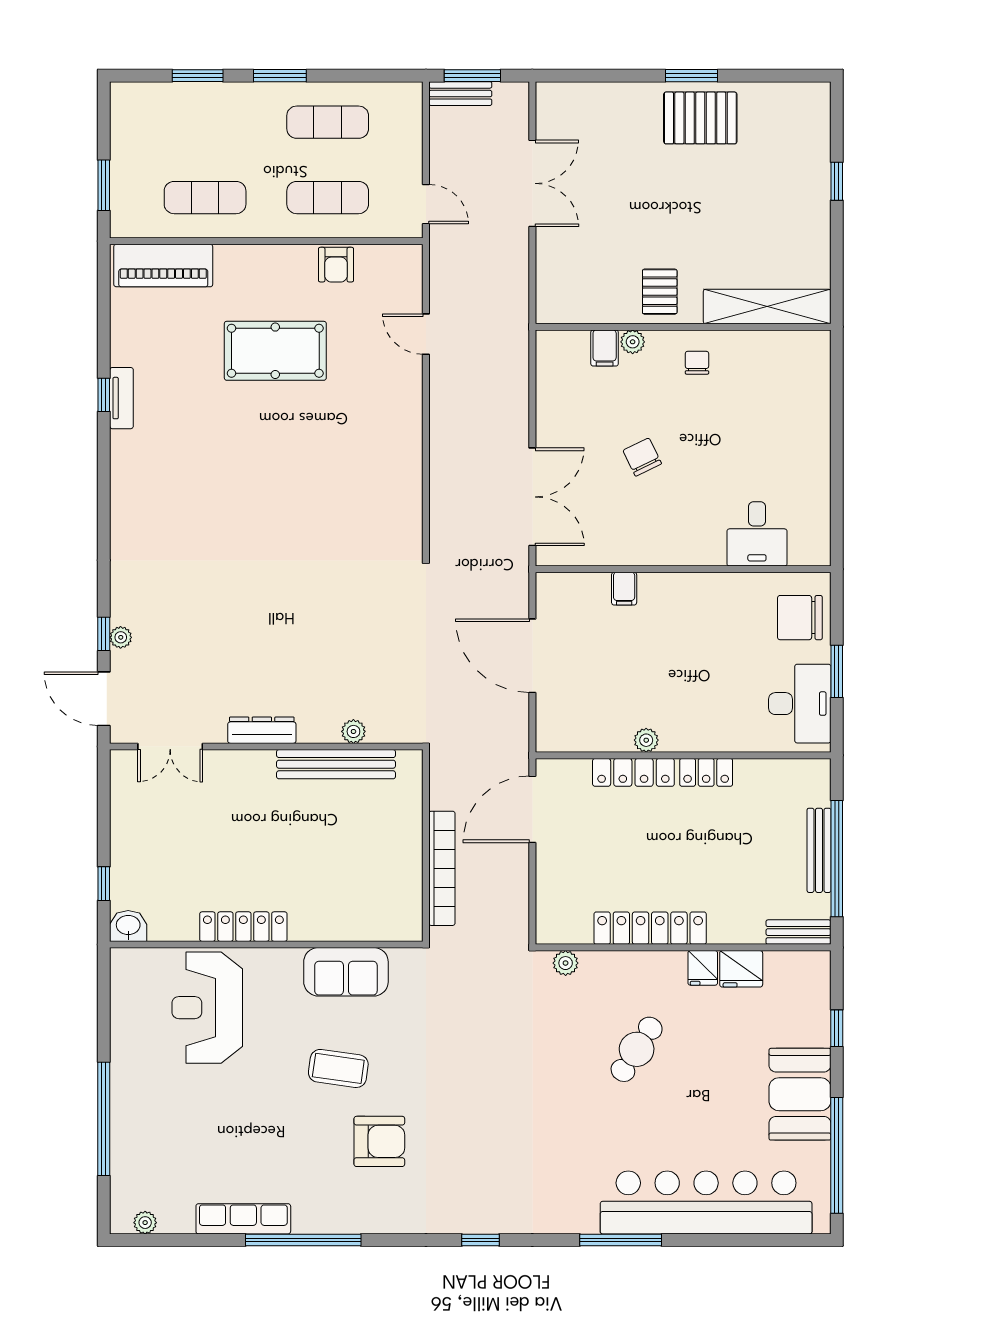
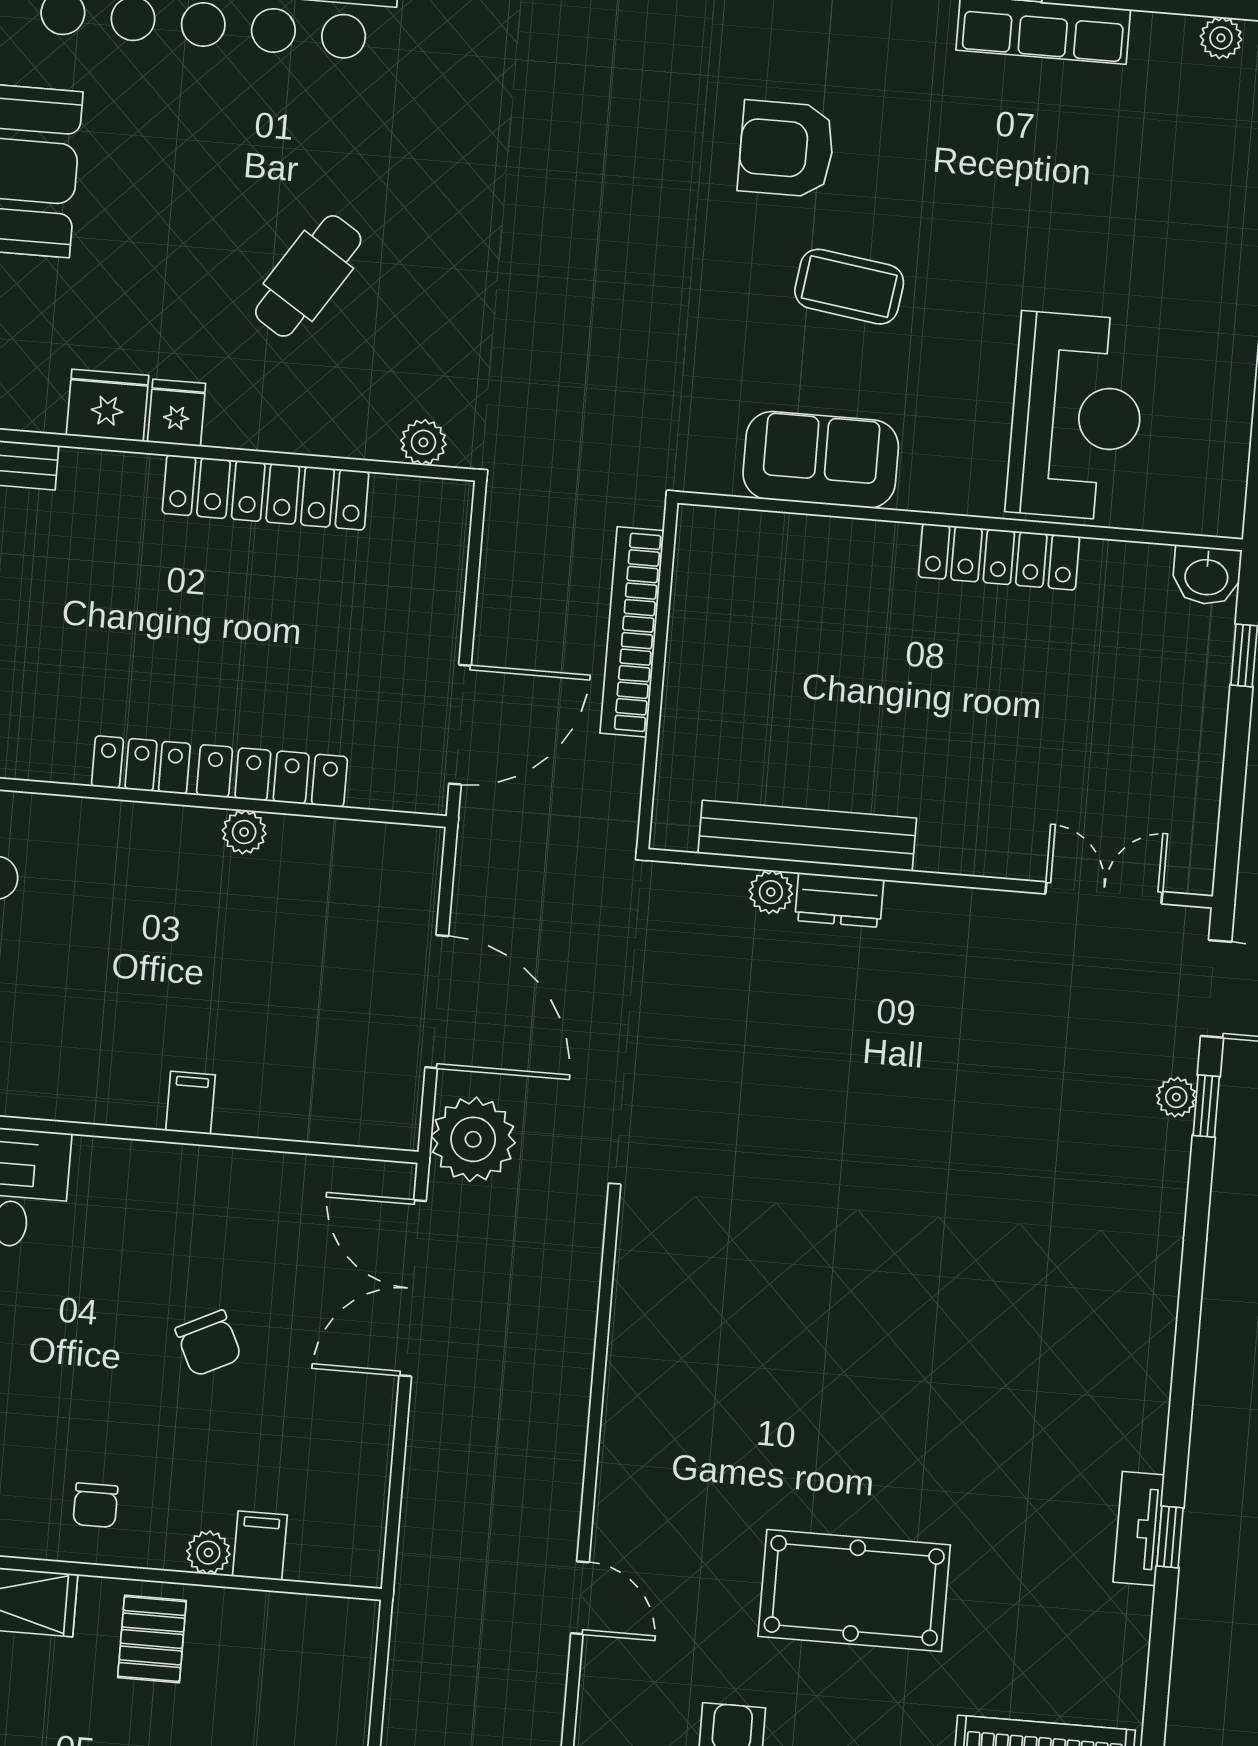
plant: (506, 582) -> (473, 1139), added
filing cabinet: (624, 589) -> (191, 1103), moved
dresser: (262, 730) -> (839, 900), moved, width x0.70

